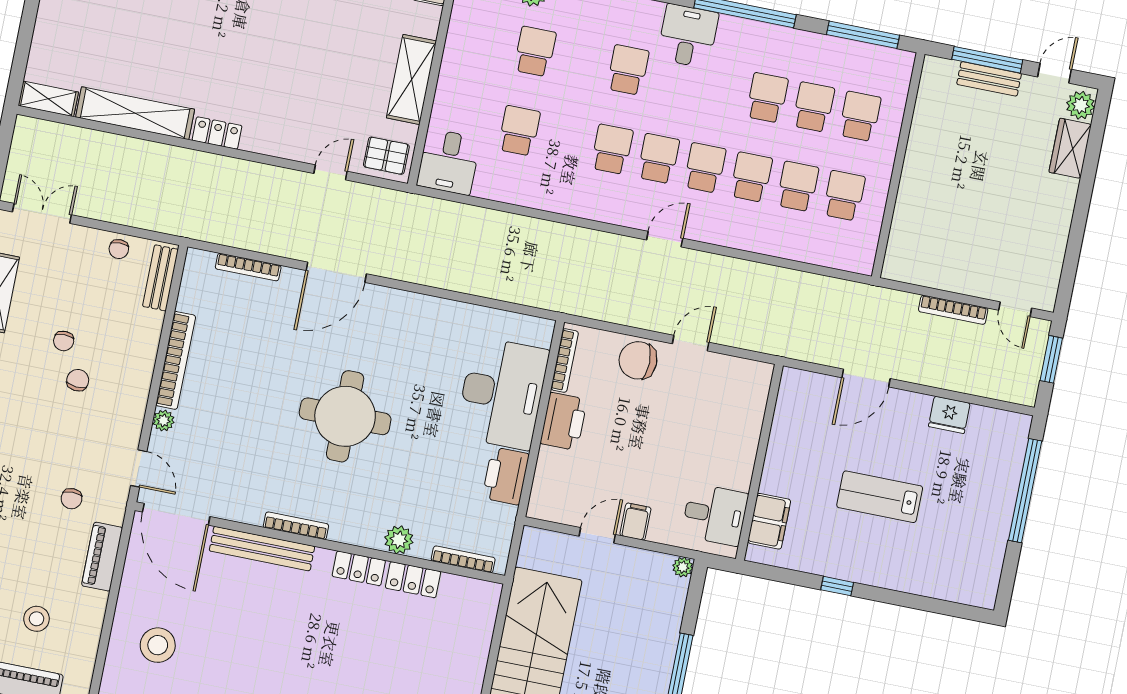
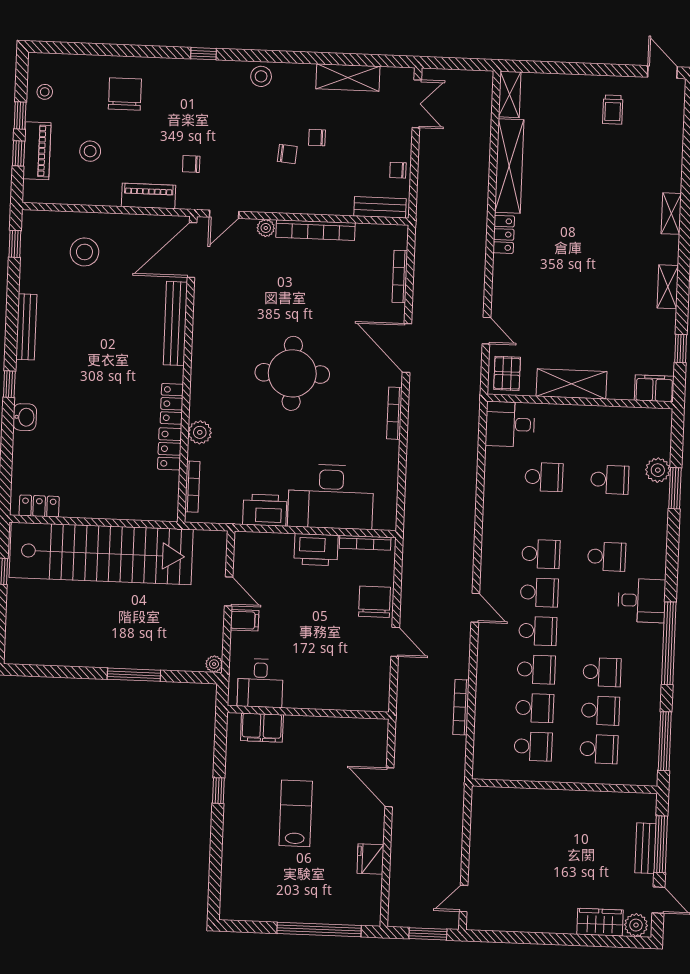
bookcase: (953, 310) -> (461, 707), moved
bookcase: (296, 526) -> (394, 413), moved, turned 180

